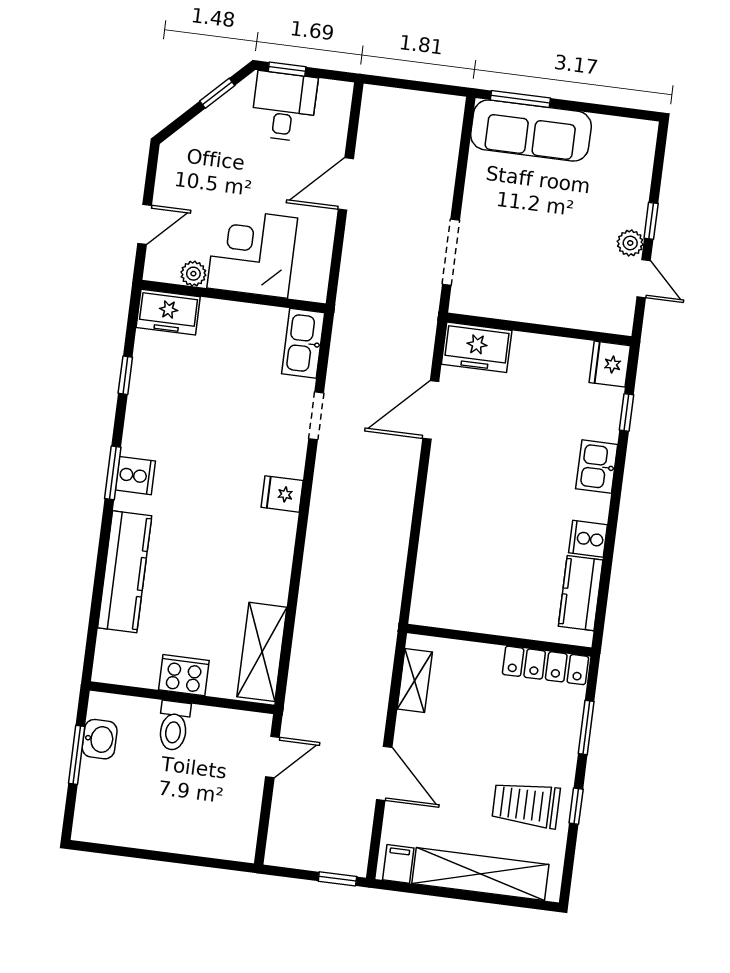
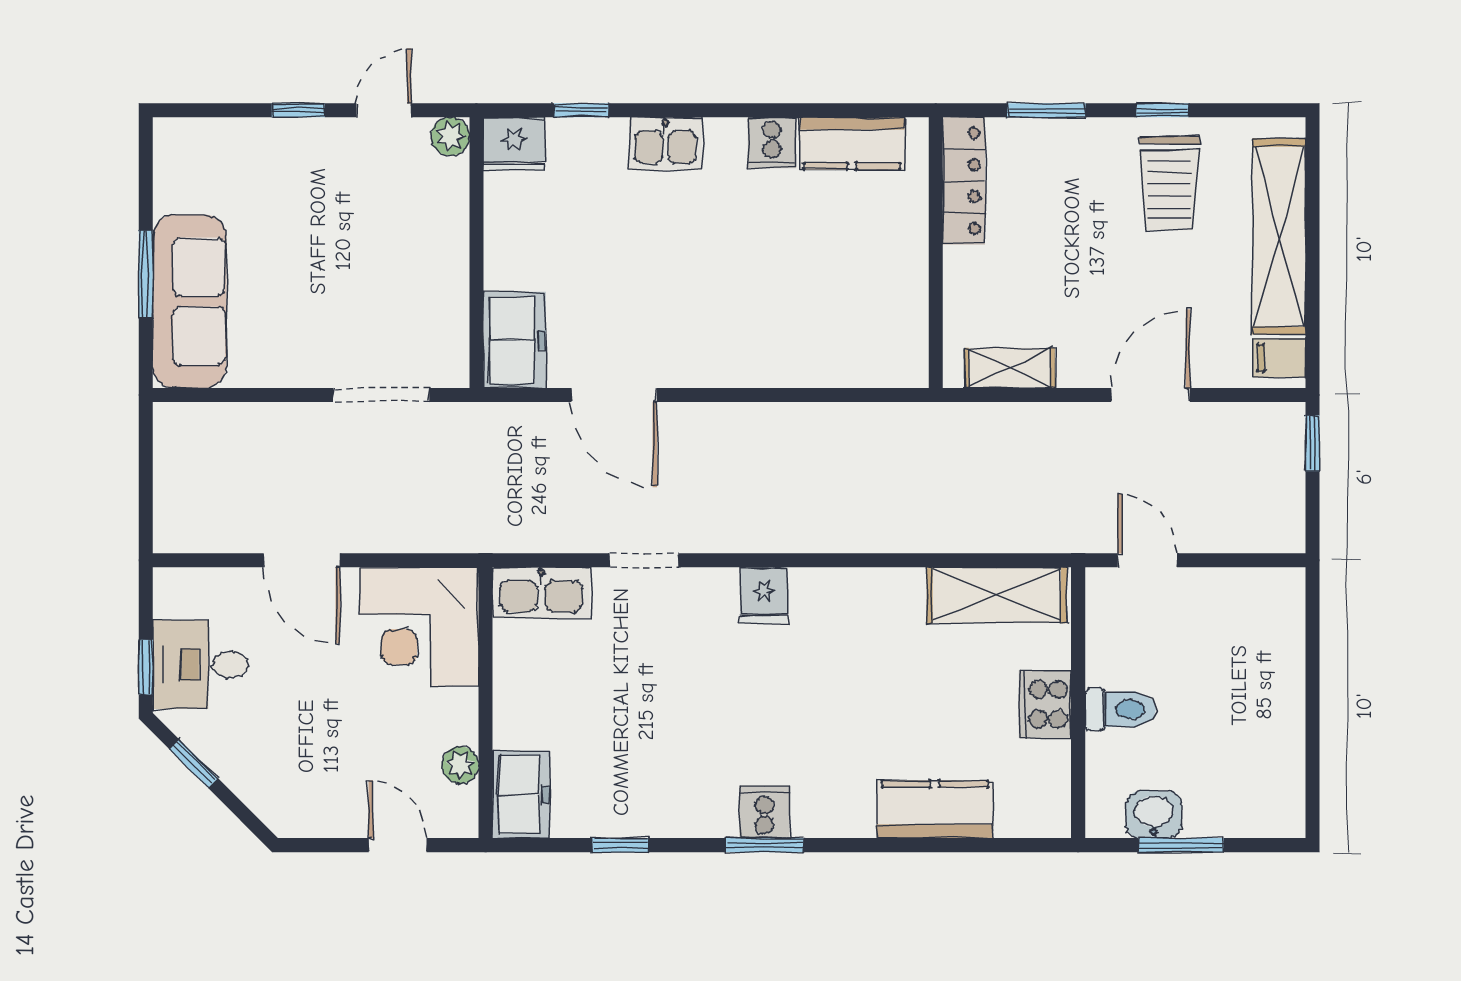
window: (520, 99) -> (146, 274), moved
plant: (630, 243) -> (450, 136), moved
corner desk: (252, 253) -> (419, 627), moved
kitchen counter: (125, 572) -> (935, 809), width x0.67

